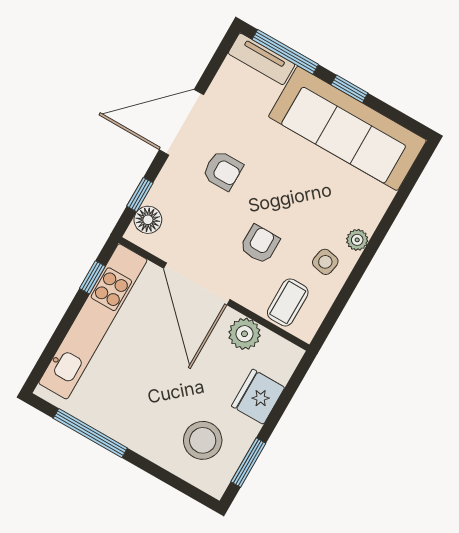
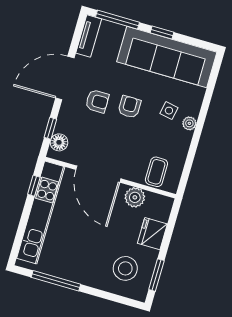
tv unit: (262, 59) -> (89, 36), moved, turned -90
armchair: (260, 244) -> (129, 107), moved
side table: (325, 262) -> (169, 111), moved

